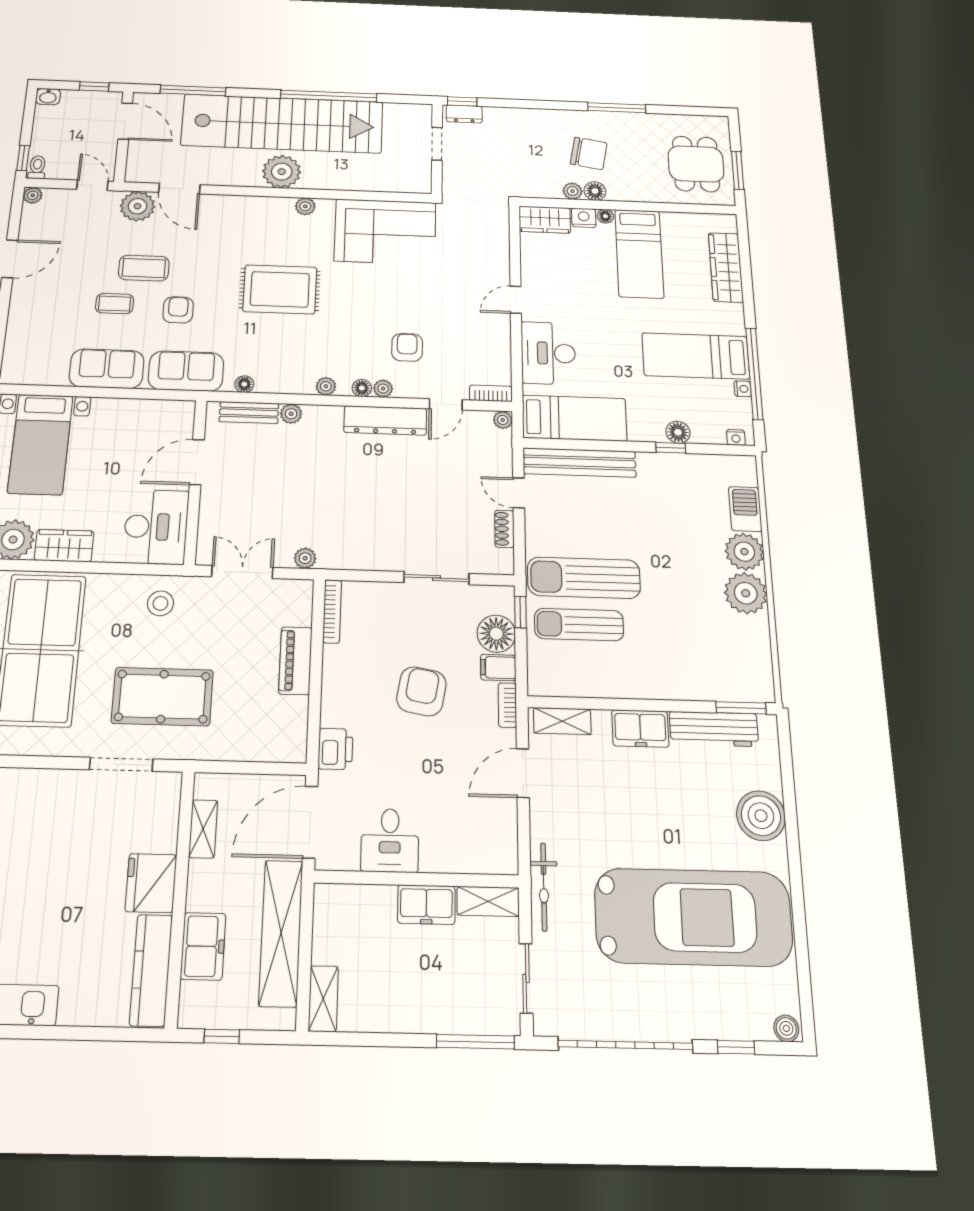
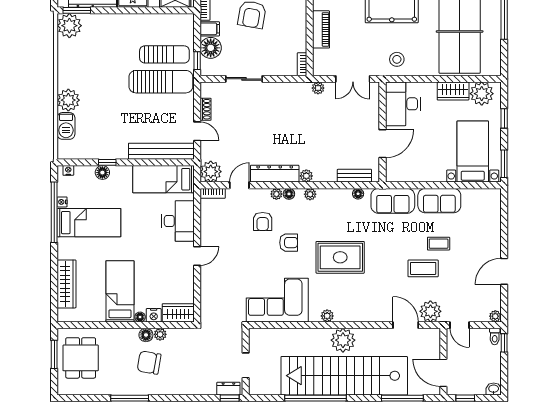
armchair: (178, 310) -> (289, 243), moved, turned -90
plant: (291, 414) -> (306, 176), moved
plant: (503, 420) -> (211, 172), width x1.88, depth x1.88
plant: (746, 593) -> (69, 26), moved
bookcase: (332, 611) -> (302, 64), width x0.64

